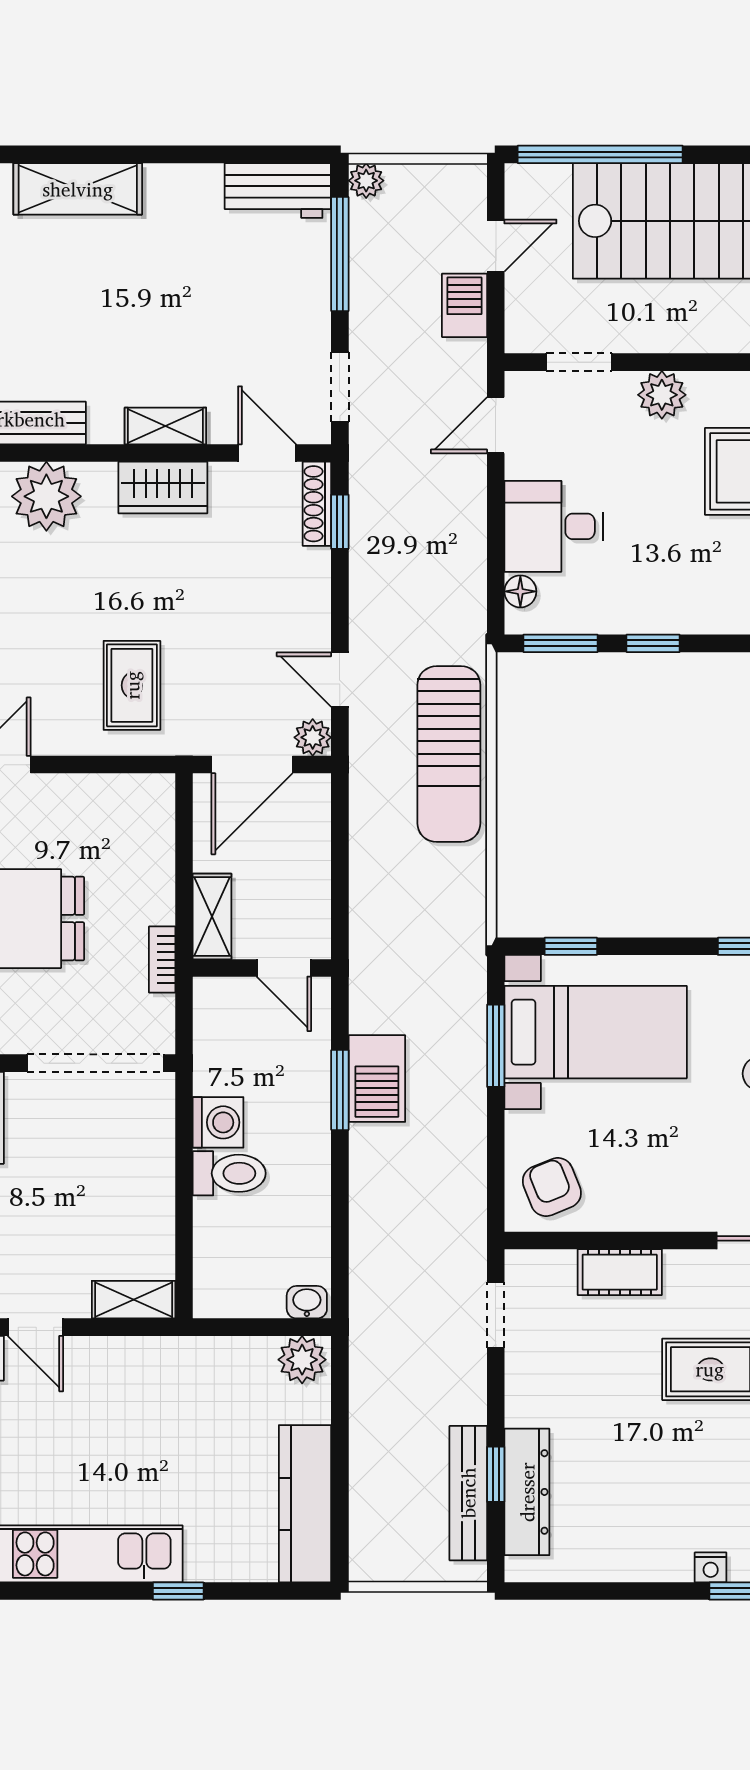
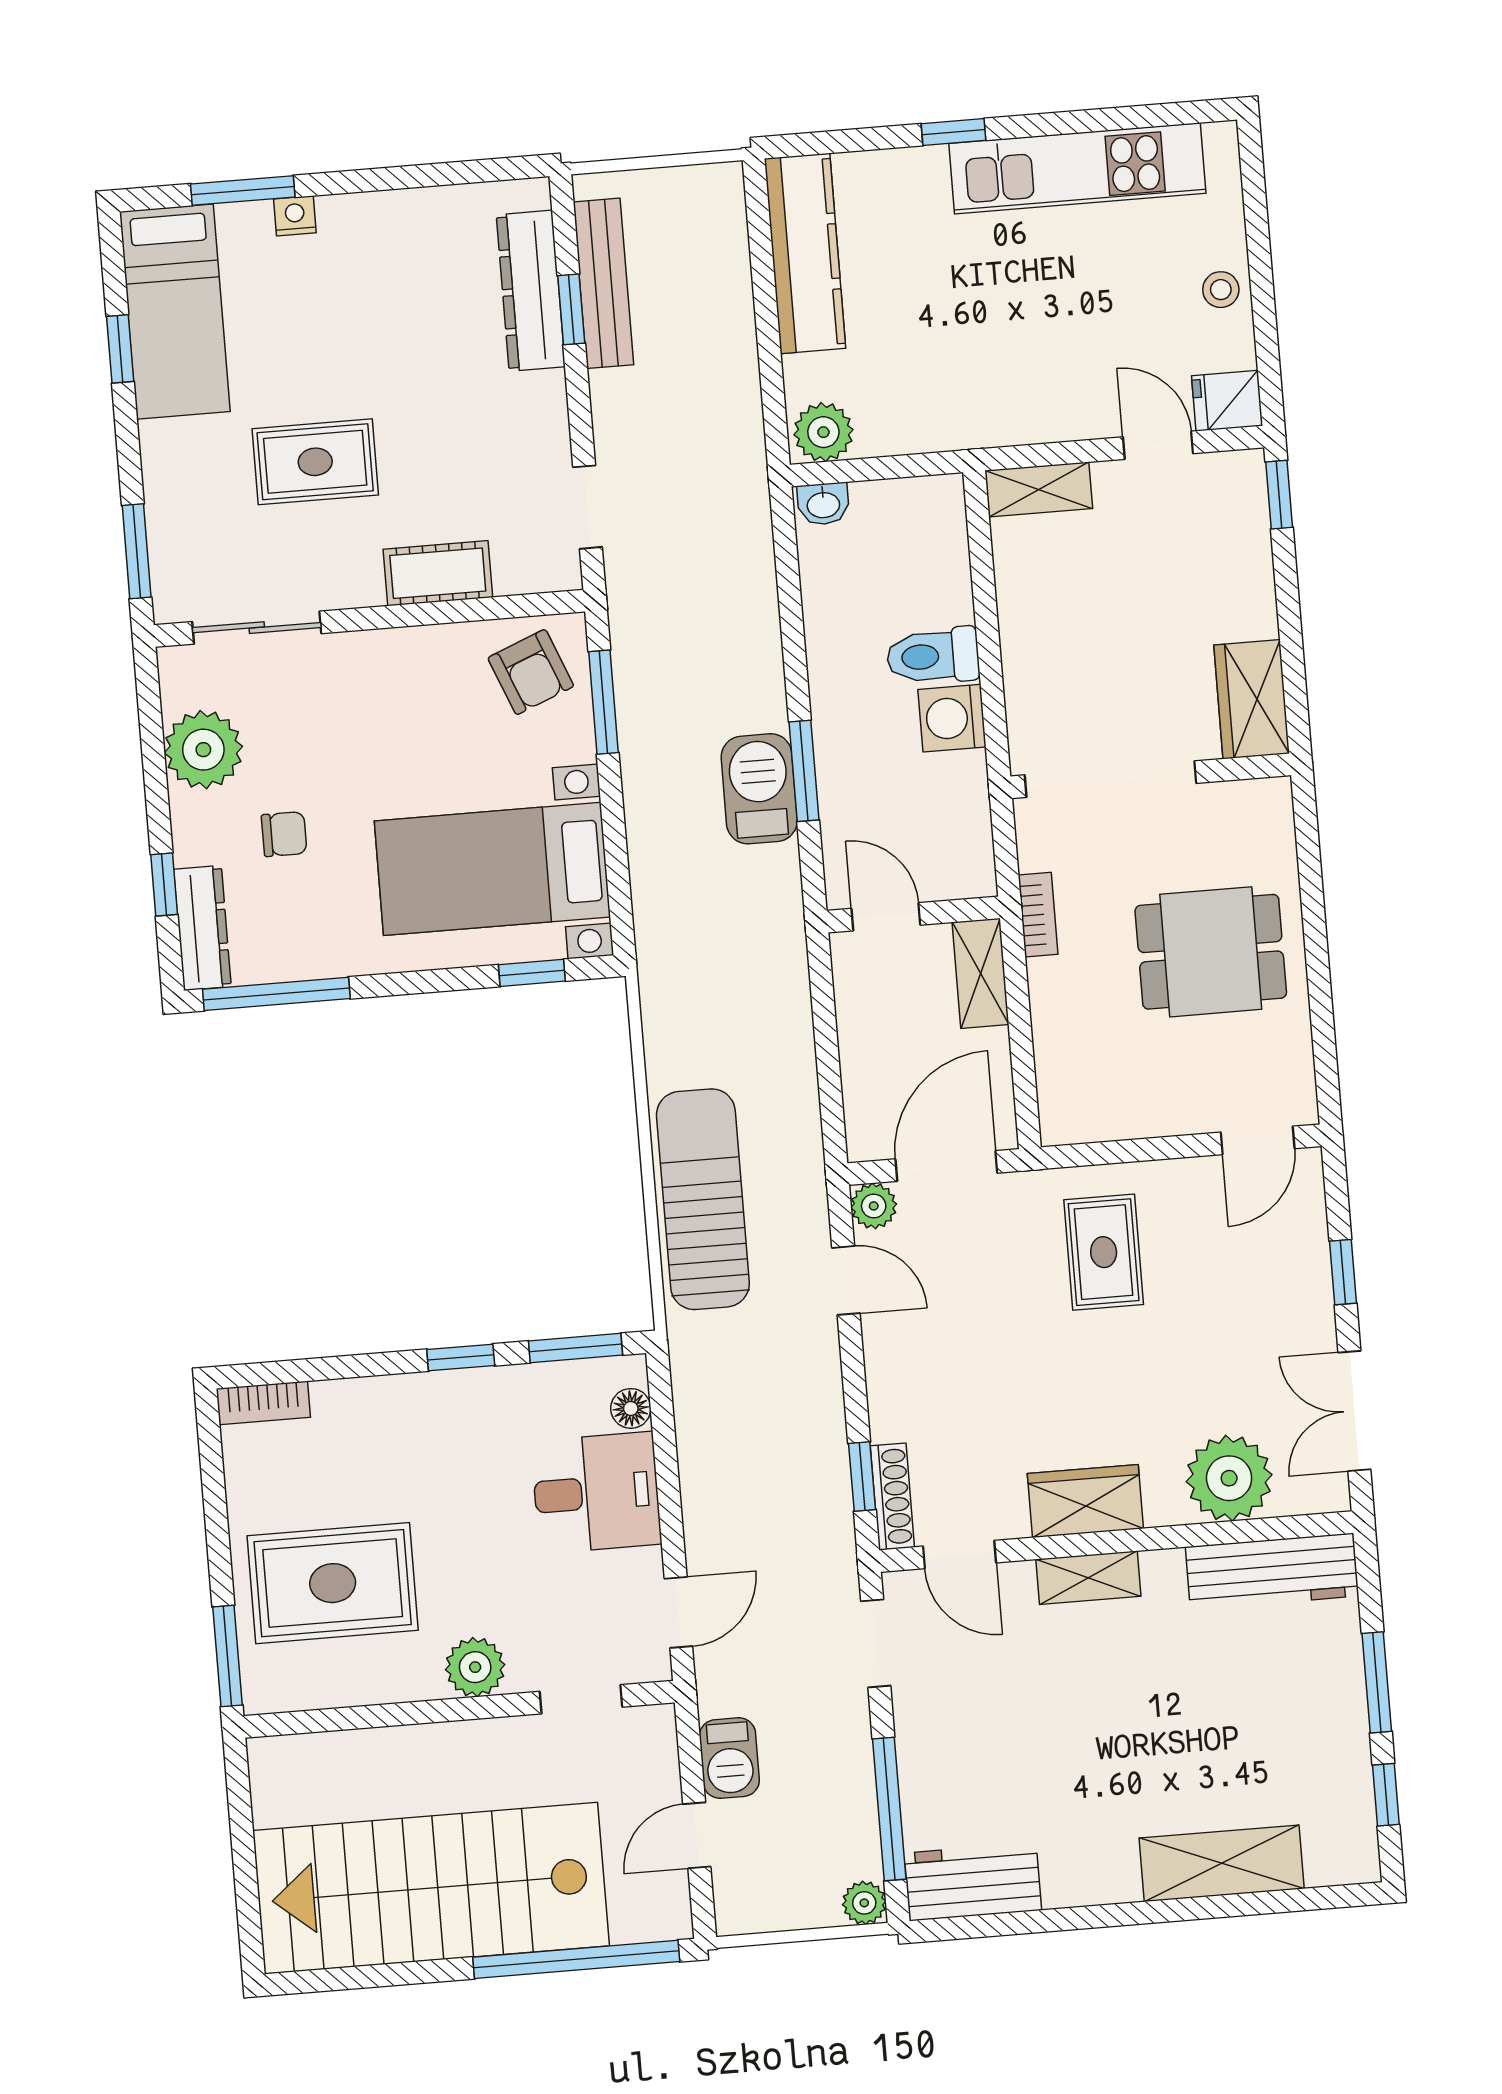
window: (496, 1046) -> (604, 702), moved

